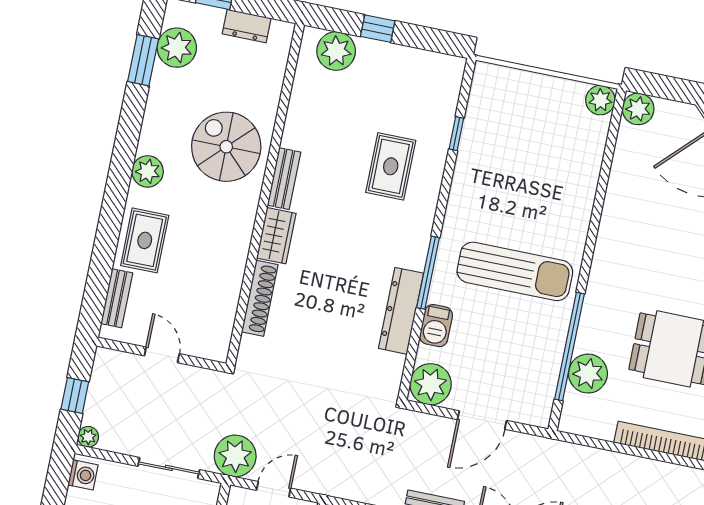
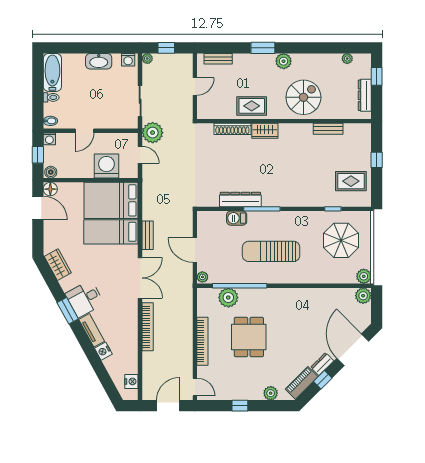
dresser: (247, 26) -> (365, 95), width x1.44
plant: (177, 48) -> (347, 59), width x0.53, depth x0.53
plant: (336, 51) -> (361, 142), removed
window: (143, 60) -> (263, 48), moved
parasol: (521, 130) -> (341, 240), added
rug: (391, 166) -> (351, 181), moved
bench: (284, 179) -> (328, 129), moved
rug: (145, 240) -> (252, 106), moved
sun lounger: (515, 271) -> (271, 251), turned 90
plant: (431, 384) -> (202, 277), moved, width x0.53, depth x0.53

